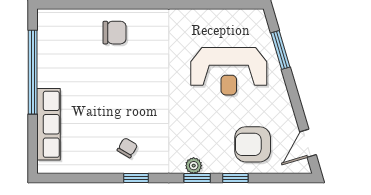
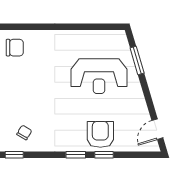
armchair: (253, 144) -> (100, 134), moved, turned 90
plant: (194, 166) -> (73, 146), removed
window: (136, 178) -> (14, 155), moved

